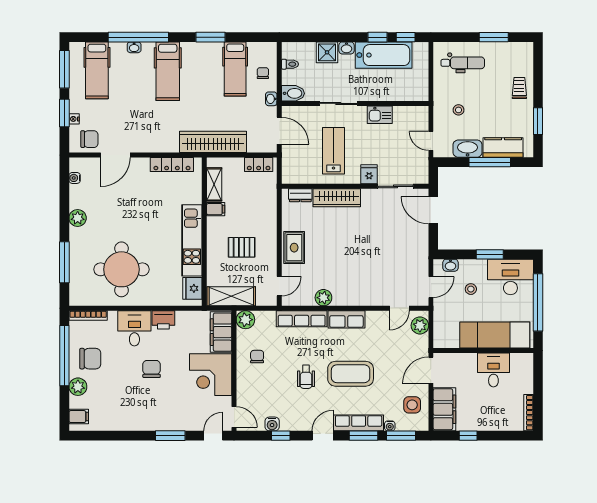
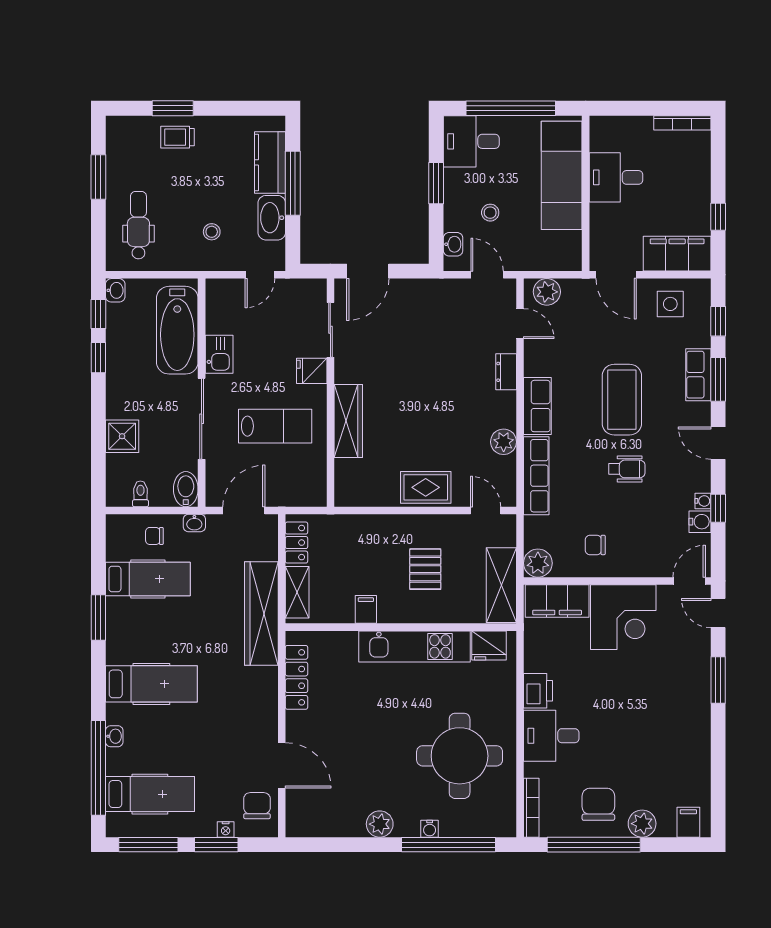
window: (138, 37) -> (98, 768), moved
washbasin: (346, 48) -> (115, 290), moved
bathtub: (384, 55) -> (177, 330), moved, turned 180
sliding door: (338, 103) -> (202, 419), width x1.37
window: (538, 121) -> (173, 108), moved
lab bench: (334, 151) -> (275, 426), turned 180
water cooler: (75, 178) -> (430, 829), moved
shelving: (214, 184) -> (297, 592), moved, turned 90
dresser: (300, 195) -> (506, 372), moved, turned 180
window: (64, 262) -> (448, 845), width x1.46
desk: (510, 277) -> (471, 141), width x0.73
chair: (152, 369) -> (614, 709), removed
row of seats: (359, 423) -> (698, 375), width x0.68
water cooler: (390, 426) -> (703, 501), moved
window: (401, 436) -> (718, 321), width x0.67

